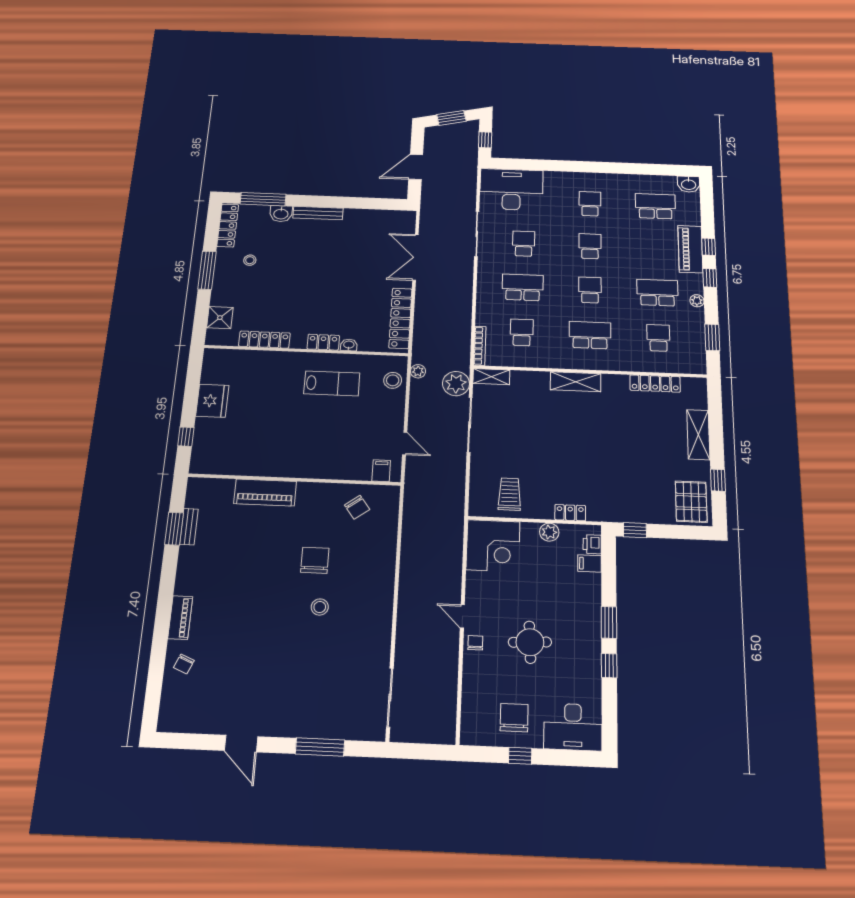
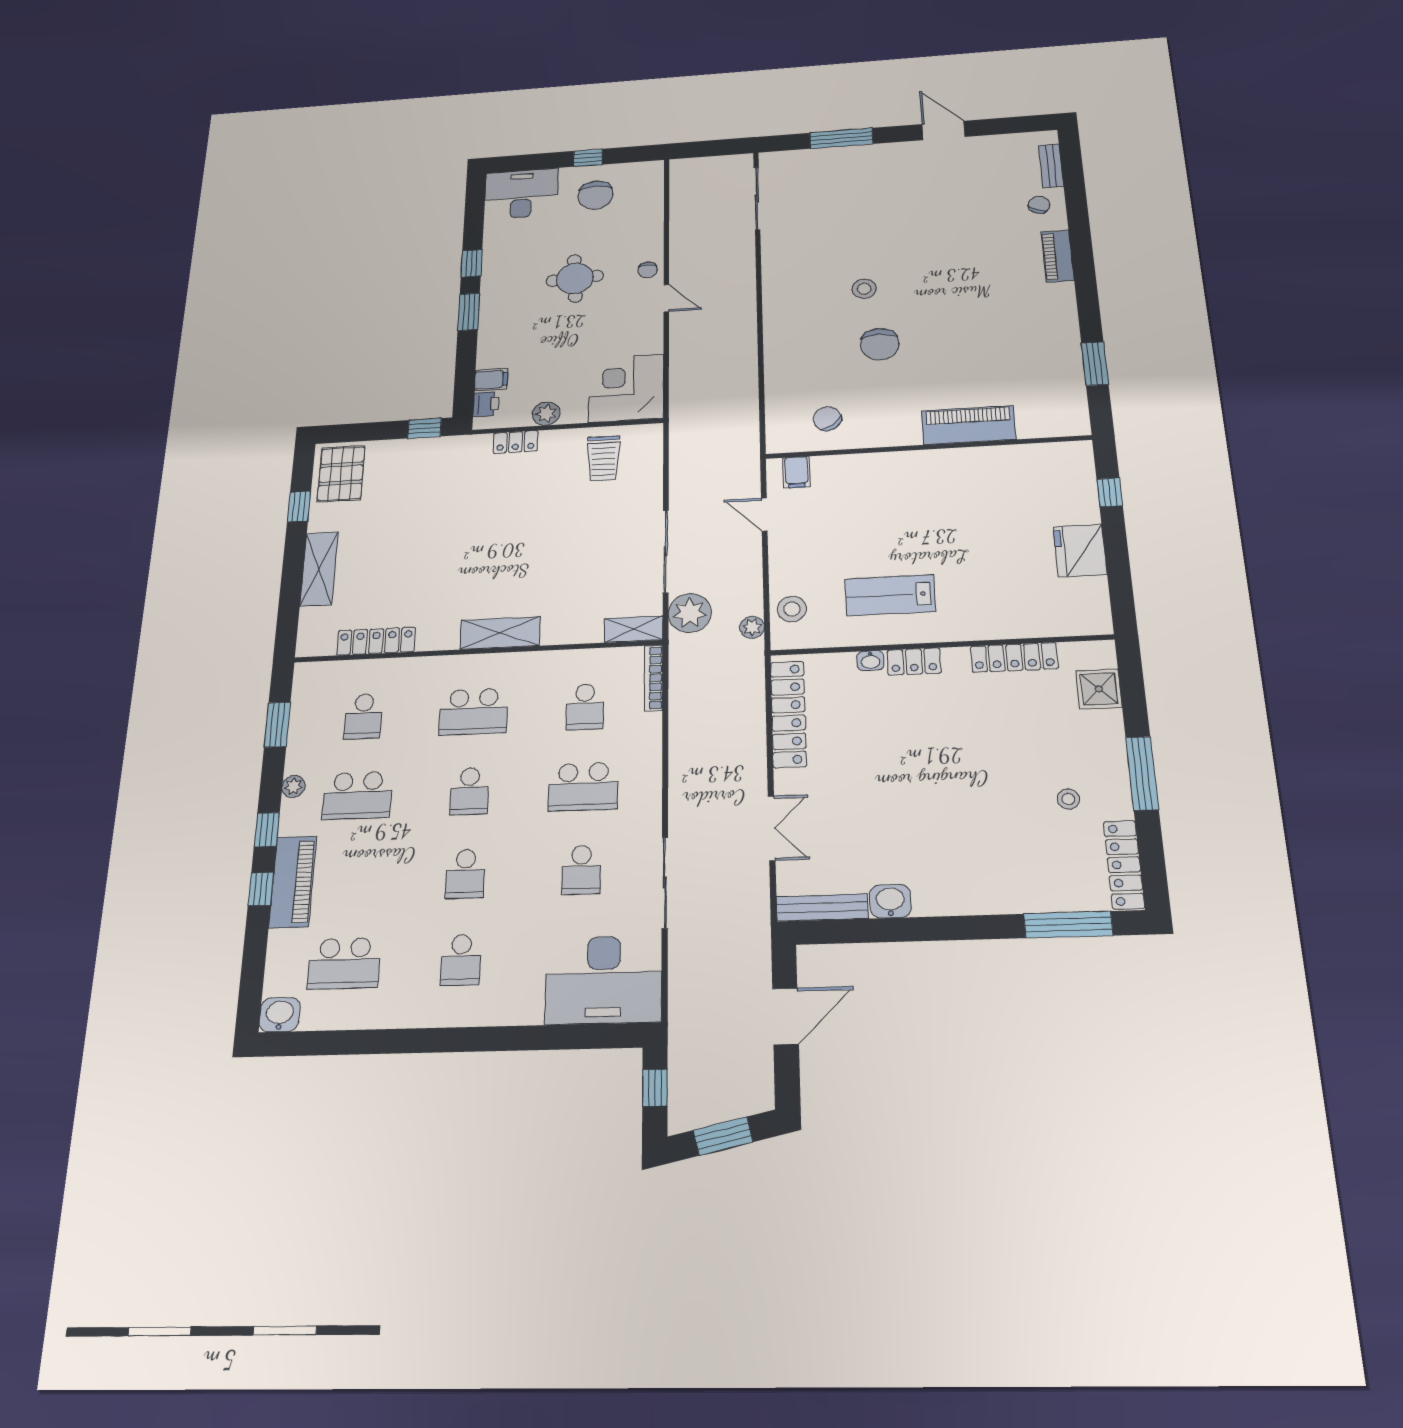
bench: (318, 213) -> (822, 908), moved
washbasin: (281, 214) -> (890, 901), moved
double door: (415, 257) -> (772, 828), width x0.73
bench: (189, 527) -> (1051, 166), moved

